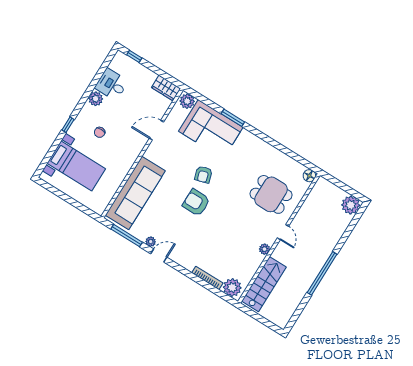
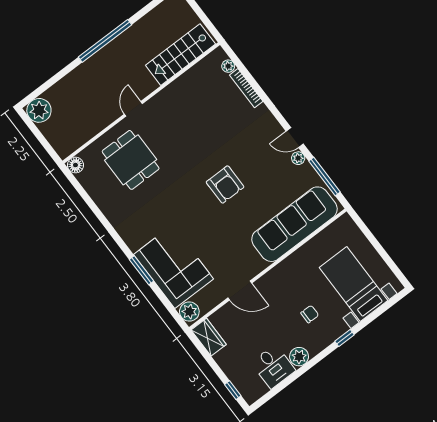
armchair: (203, 174) -> (203, 215), removed
plant: (265, 249) -> (164, 97), removed
plant: (232, 287) -> (228, 66), width x0.53, depth x0.53

